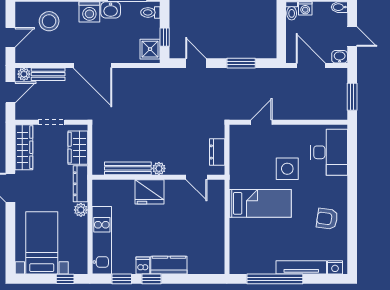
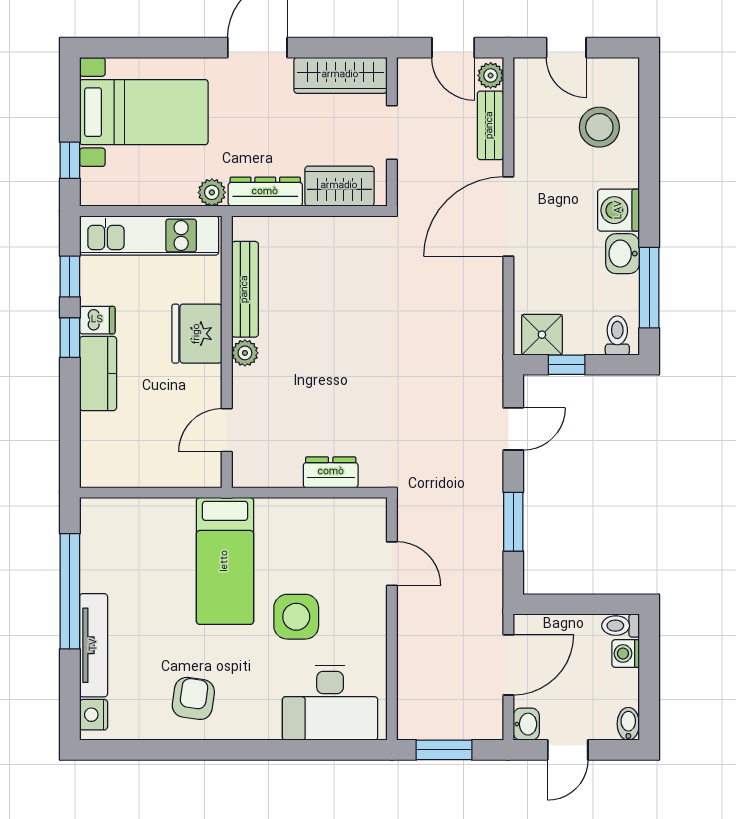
bench: (128, 168) -> (245, 289), moved
plant: (159, 168) -> (245, 353), moved
wall: (158, 177) -> (227, 352), moved
door: (196, 177) -> (227, 430), moved
fridge: (150, 192) -> (197, 334), moved

